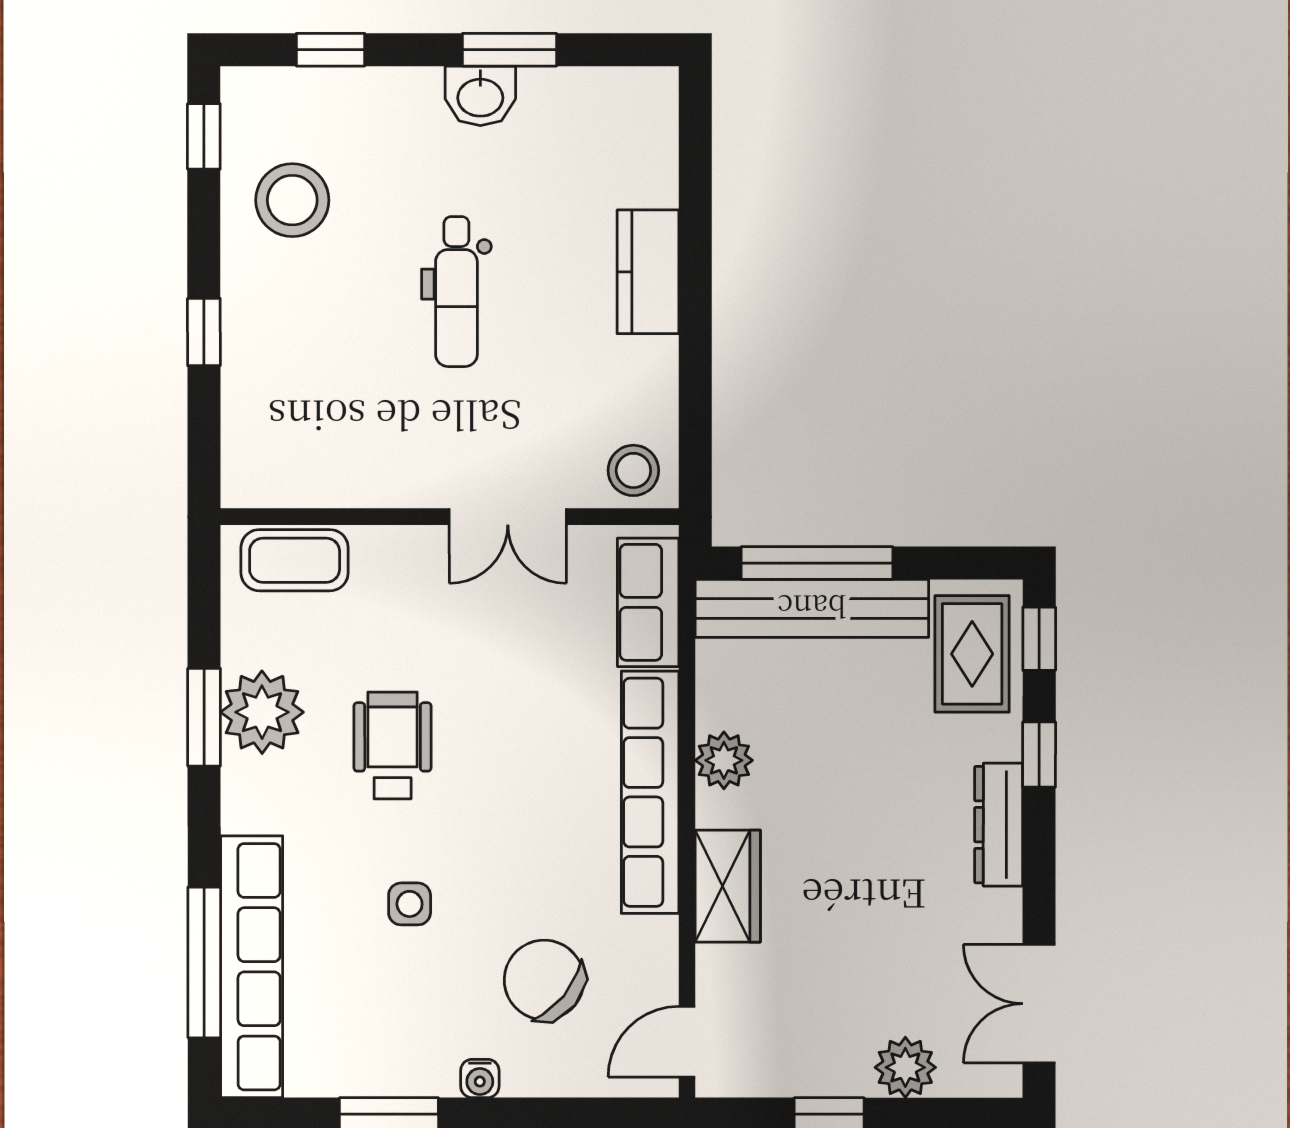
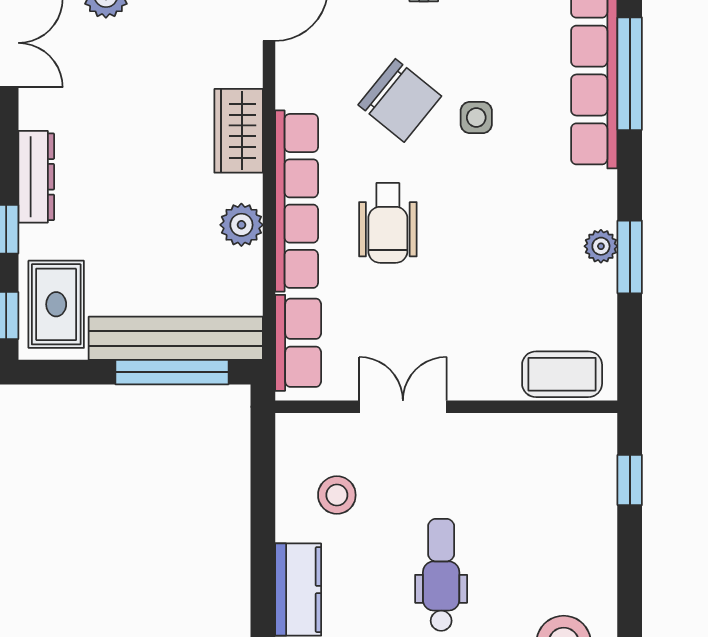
window: (204, 332) -> (630, 480), moved
stool: (633, 470) -> (337, 495), moved
plant: (262, 712) -> (601, 246), width x0.53, depth x0.53
wheelchair: (393, 746) -> (388, 223), moved
chair: (544, 980) -> (400, 100), moved

